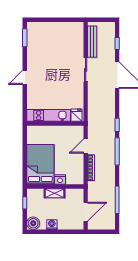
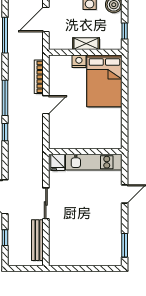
kitchen unit: (49, 115) -> (94, 162), moved
fridge: (76, 115) -> (58, 162), moved
wall: (55, 124) -> (85, 152), moved

